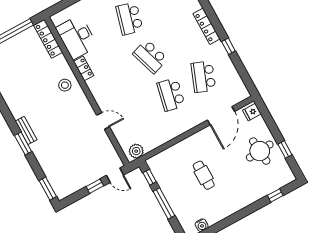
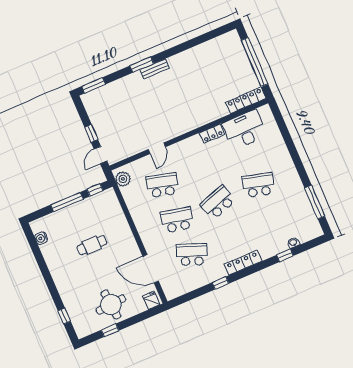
stool: (65, 85) -> (197, 113), removed
school desk: (139, 112) -> (162, 185), added

